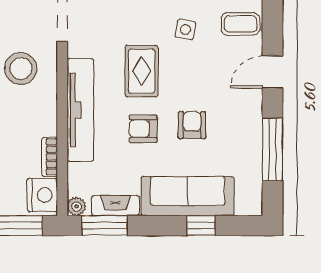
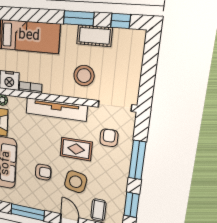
side table: (185, 29) -> (76, 182), moved, width x1.87, depth x1.87
armchair: (143, 129) -> (109, 138), moved

